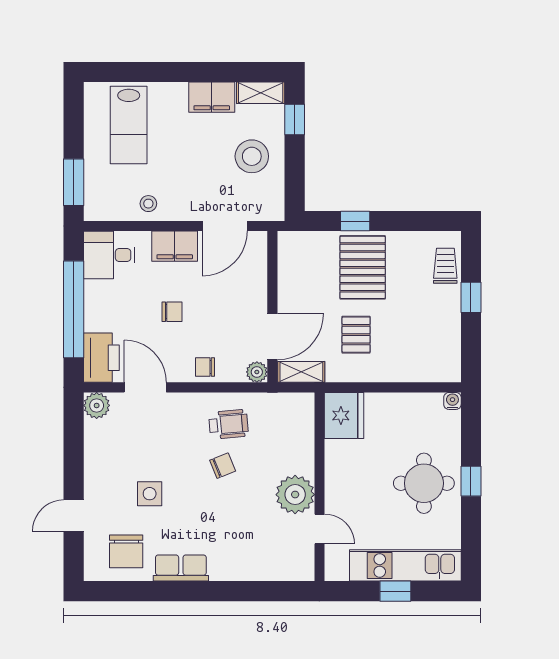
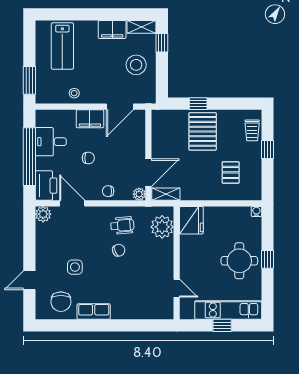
desk: (109, 255) -> (51, 142), moved
trolley: (445, 266) -> (252, 130), turned 180
pallet: (356, 335) -> (231, 172), moved
plant: (295, 495) -> (162, 227), moved

